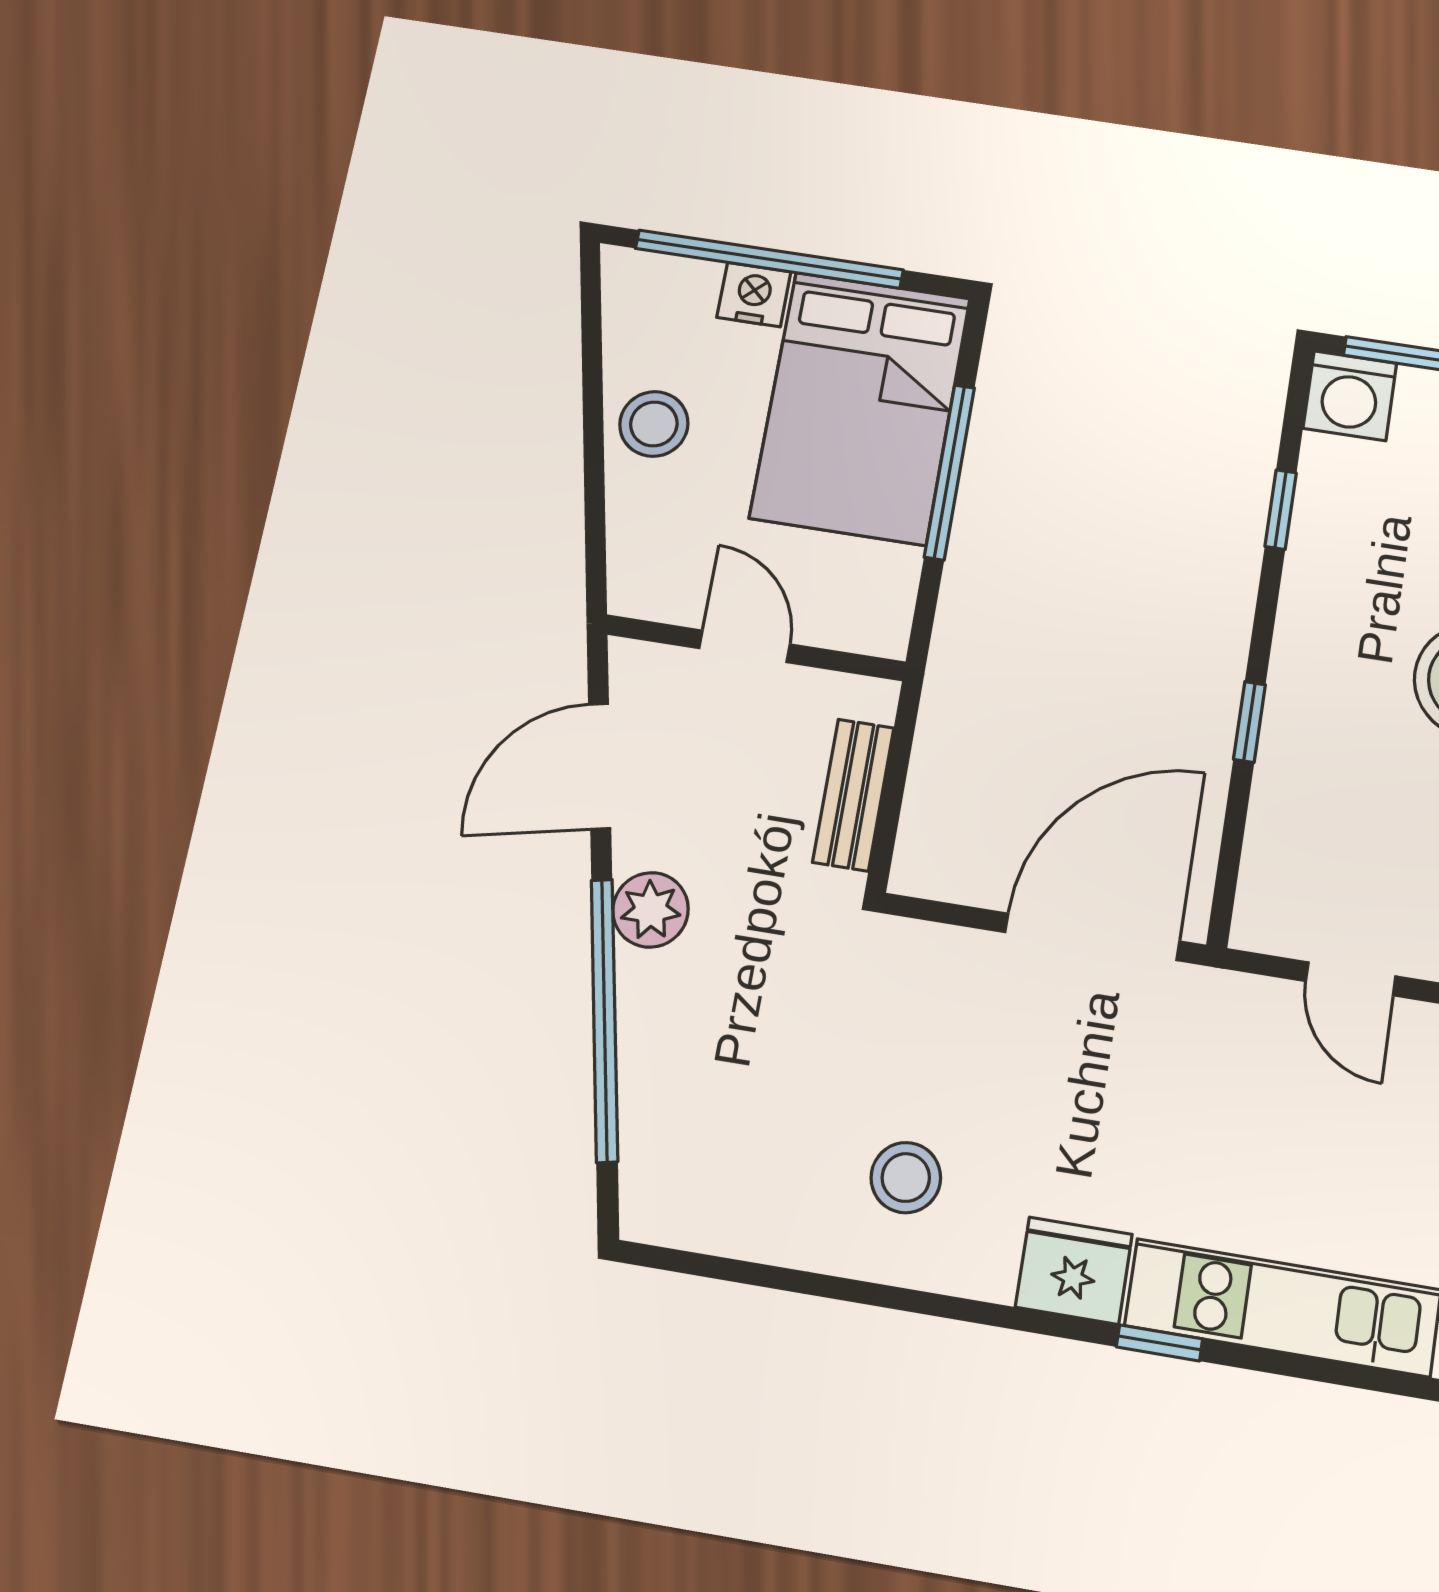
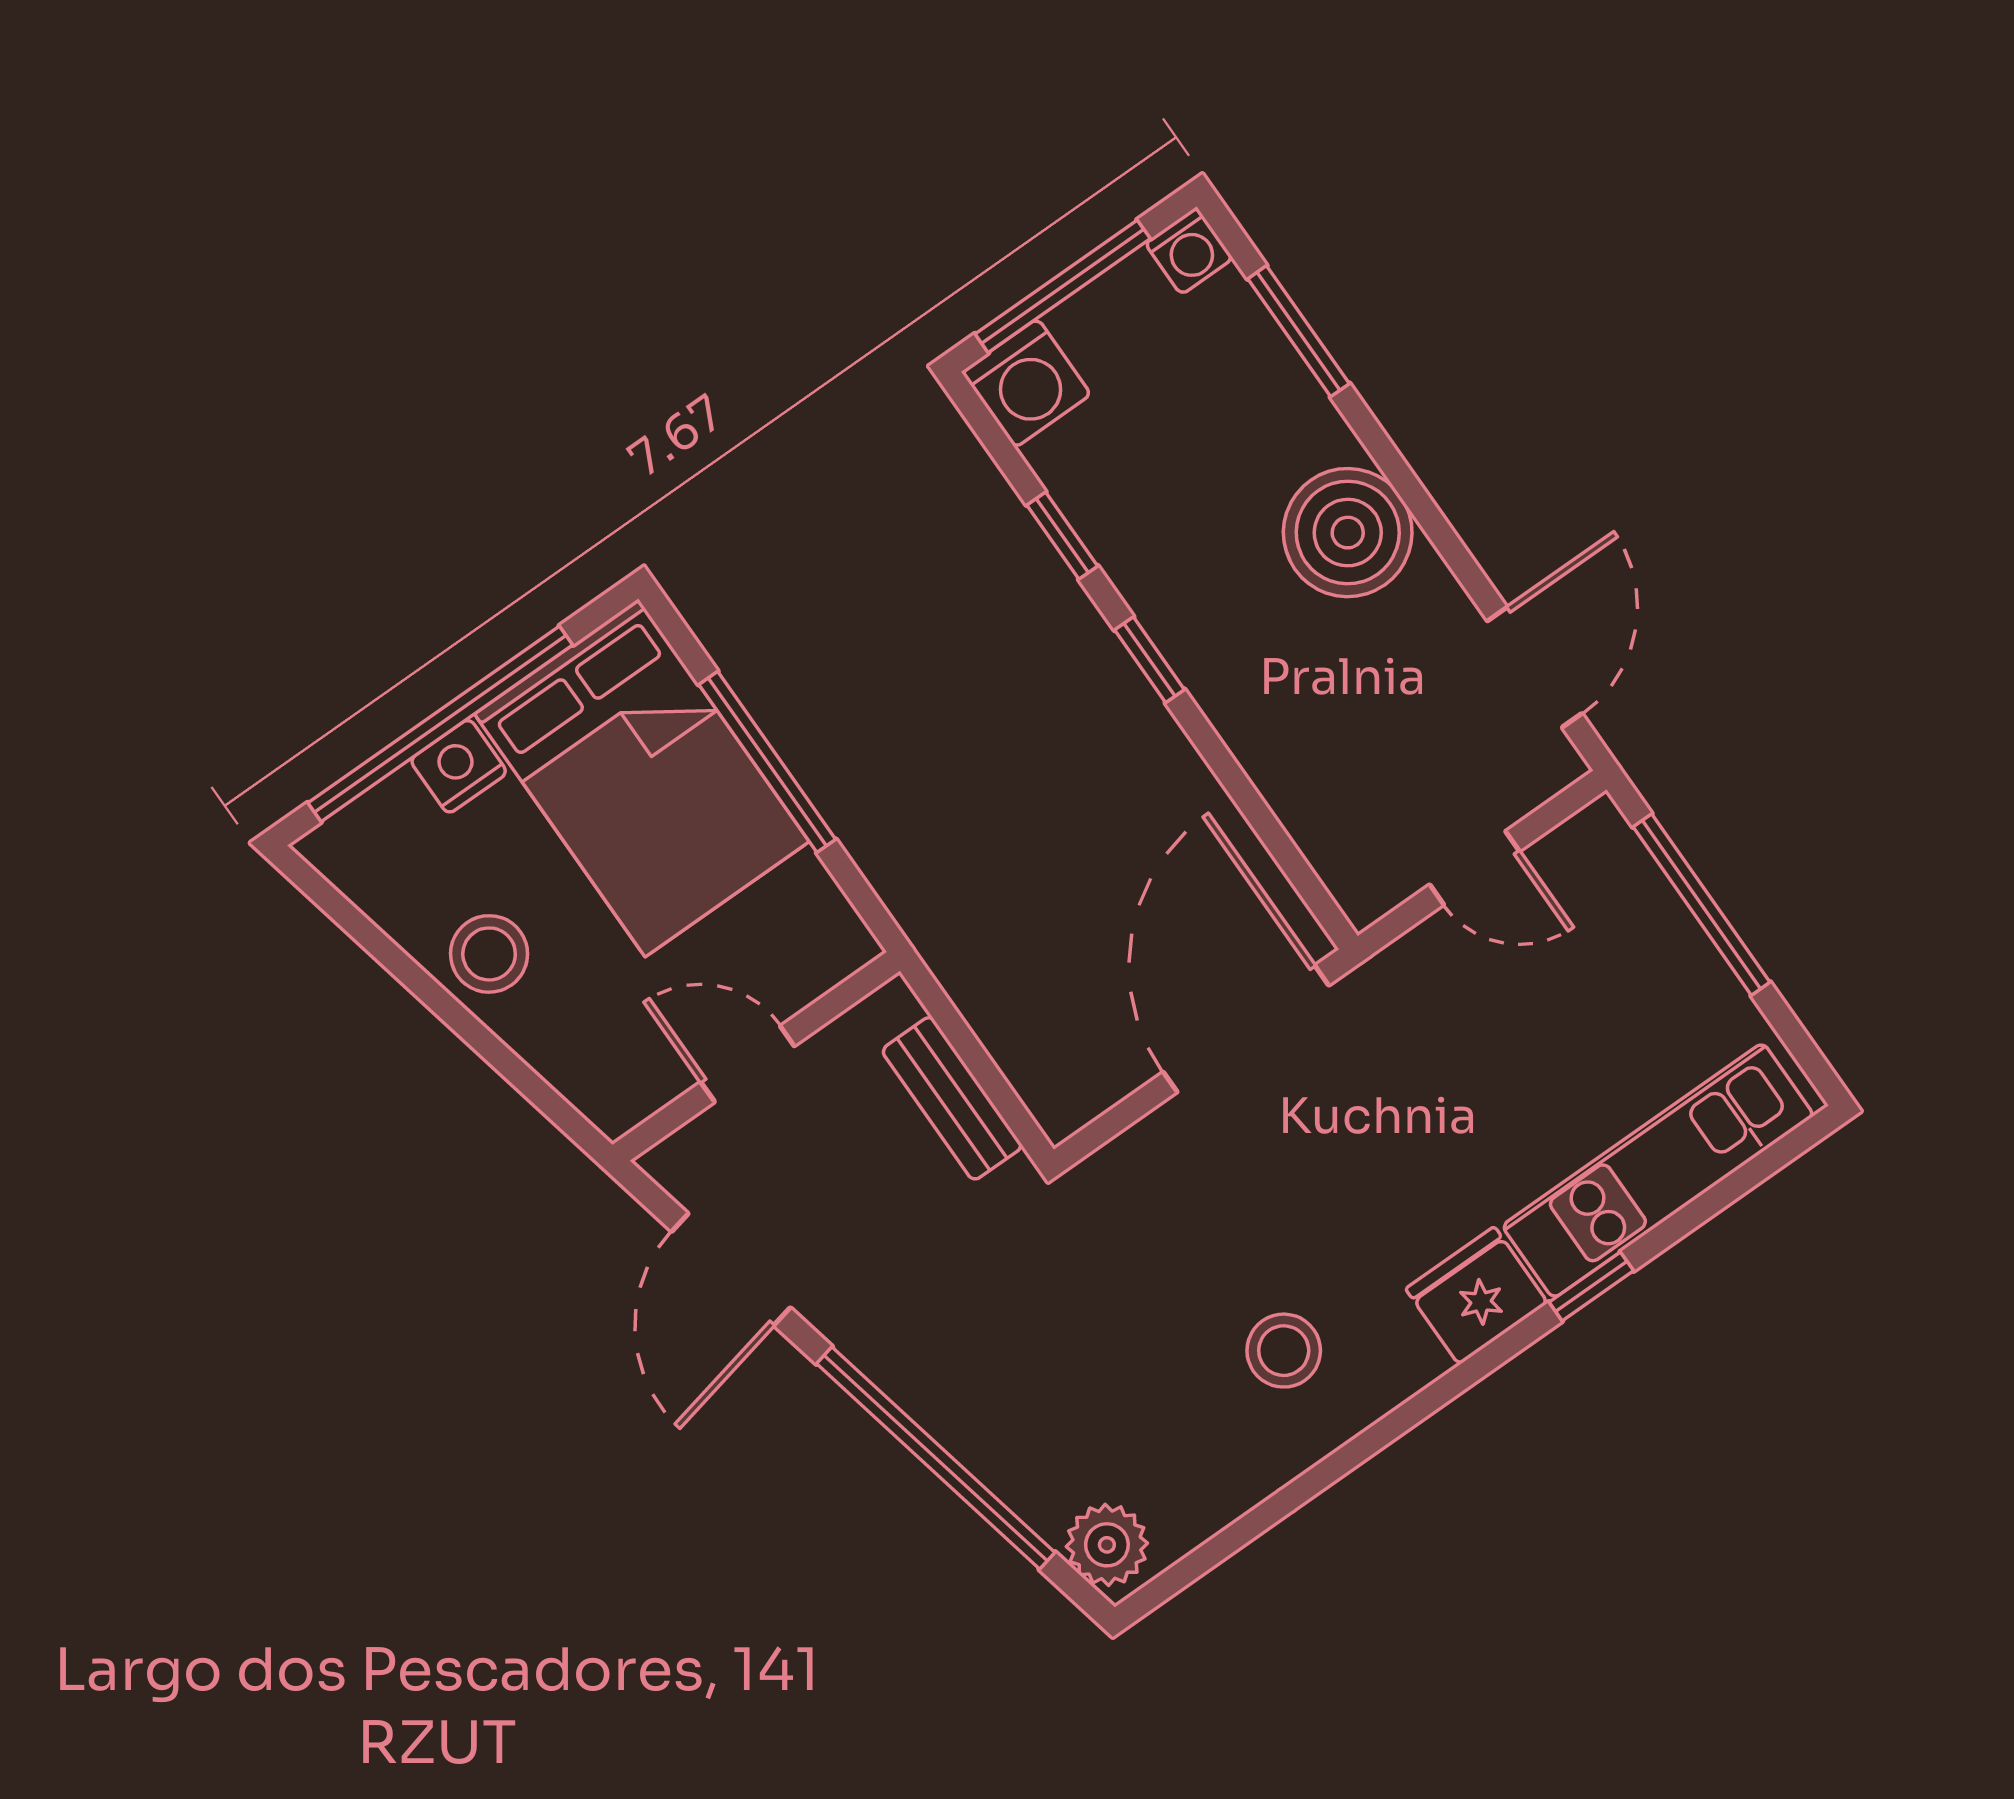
window: (1249, 722) -> (1150, 660), moved
plant: (651, 910) -> (1107, 1545), moved

